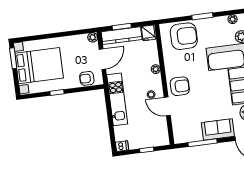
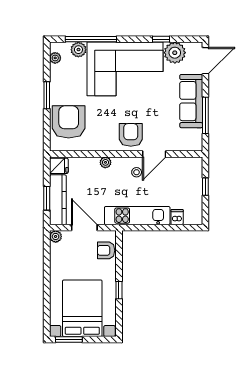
armchair: (87, 78) -> (106, 250), turned 90
sofa: (218, 129) -> (191, 101), width x1.36
dishwasher: (122, 146) -> (177, 217), moved

